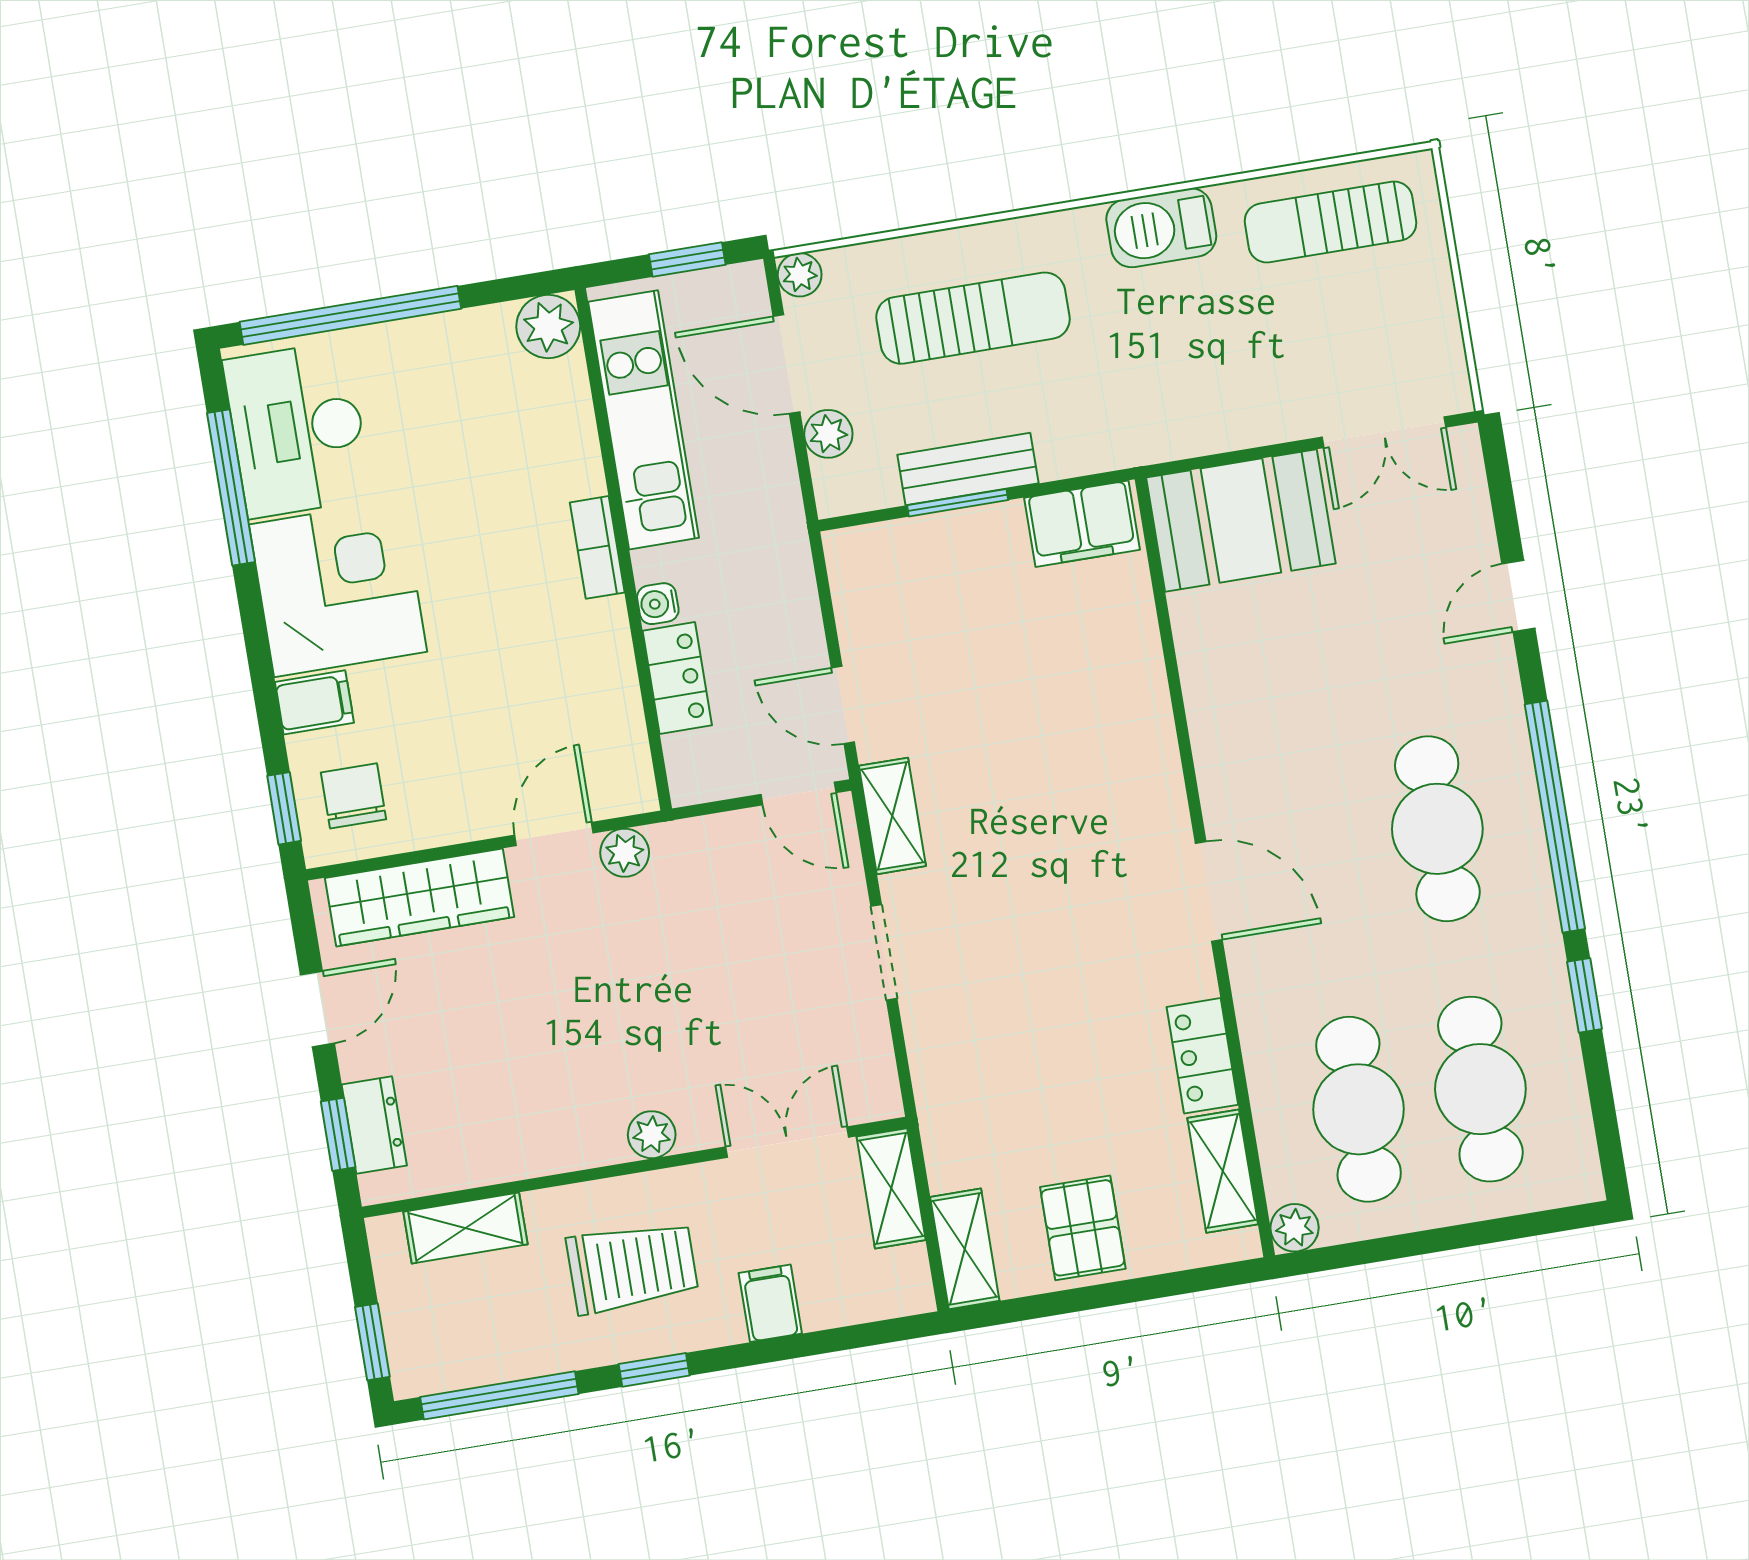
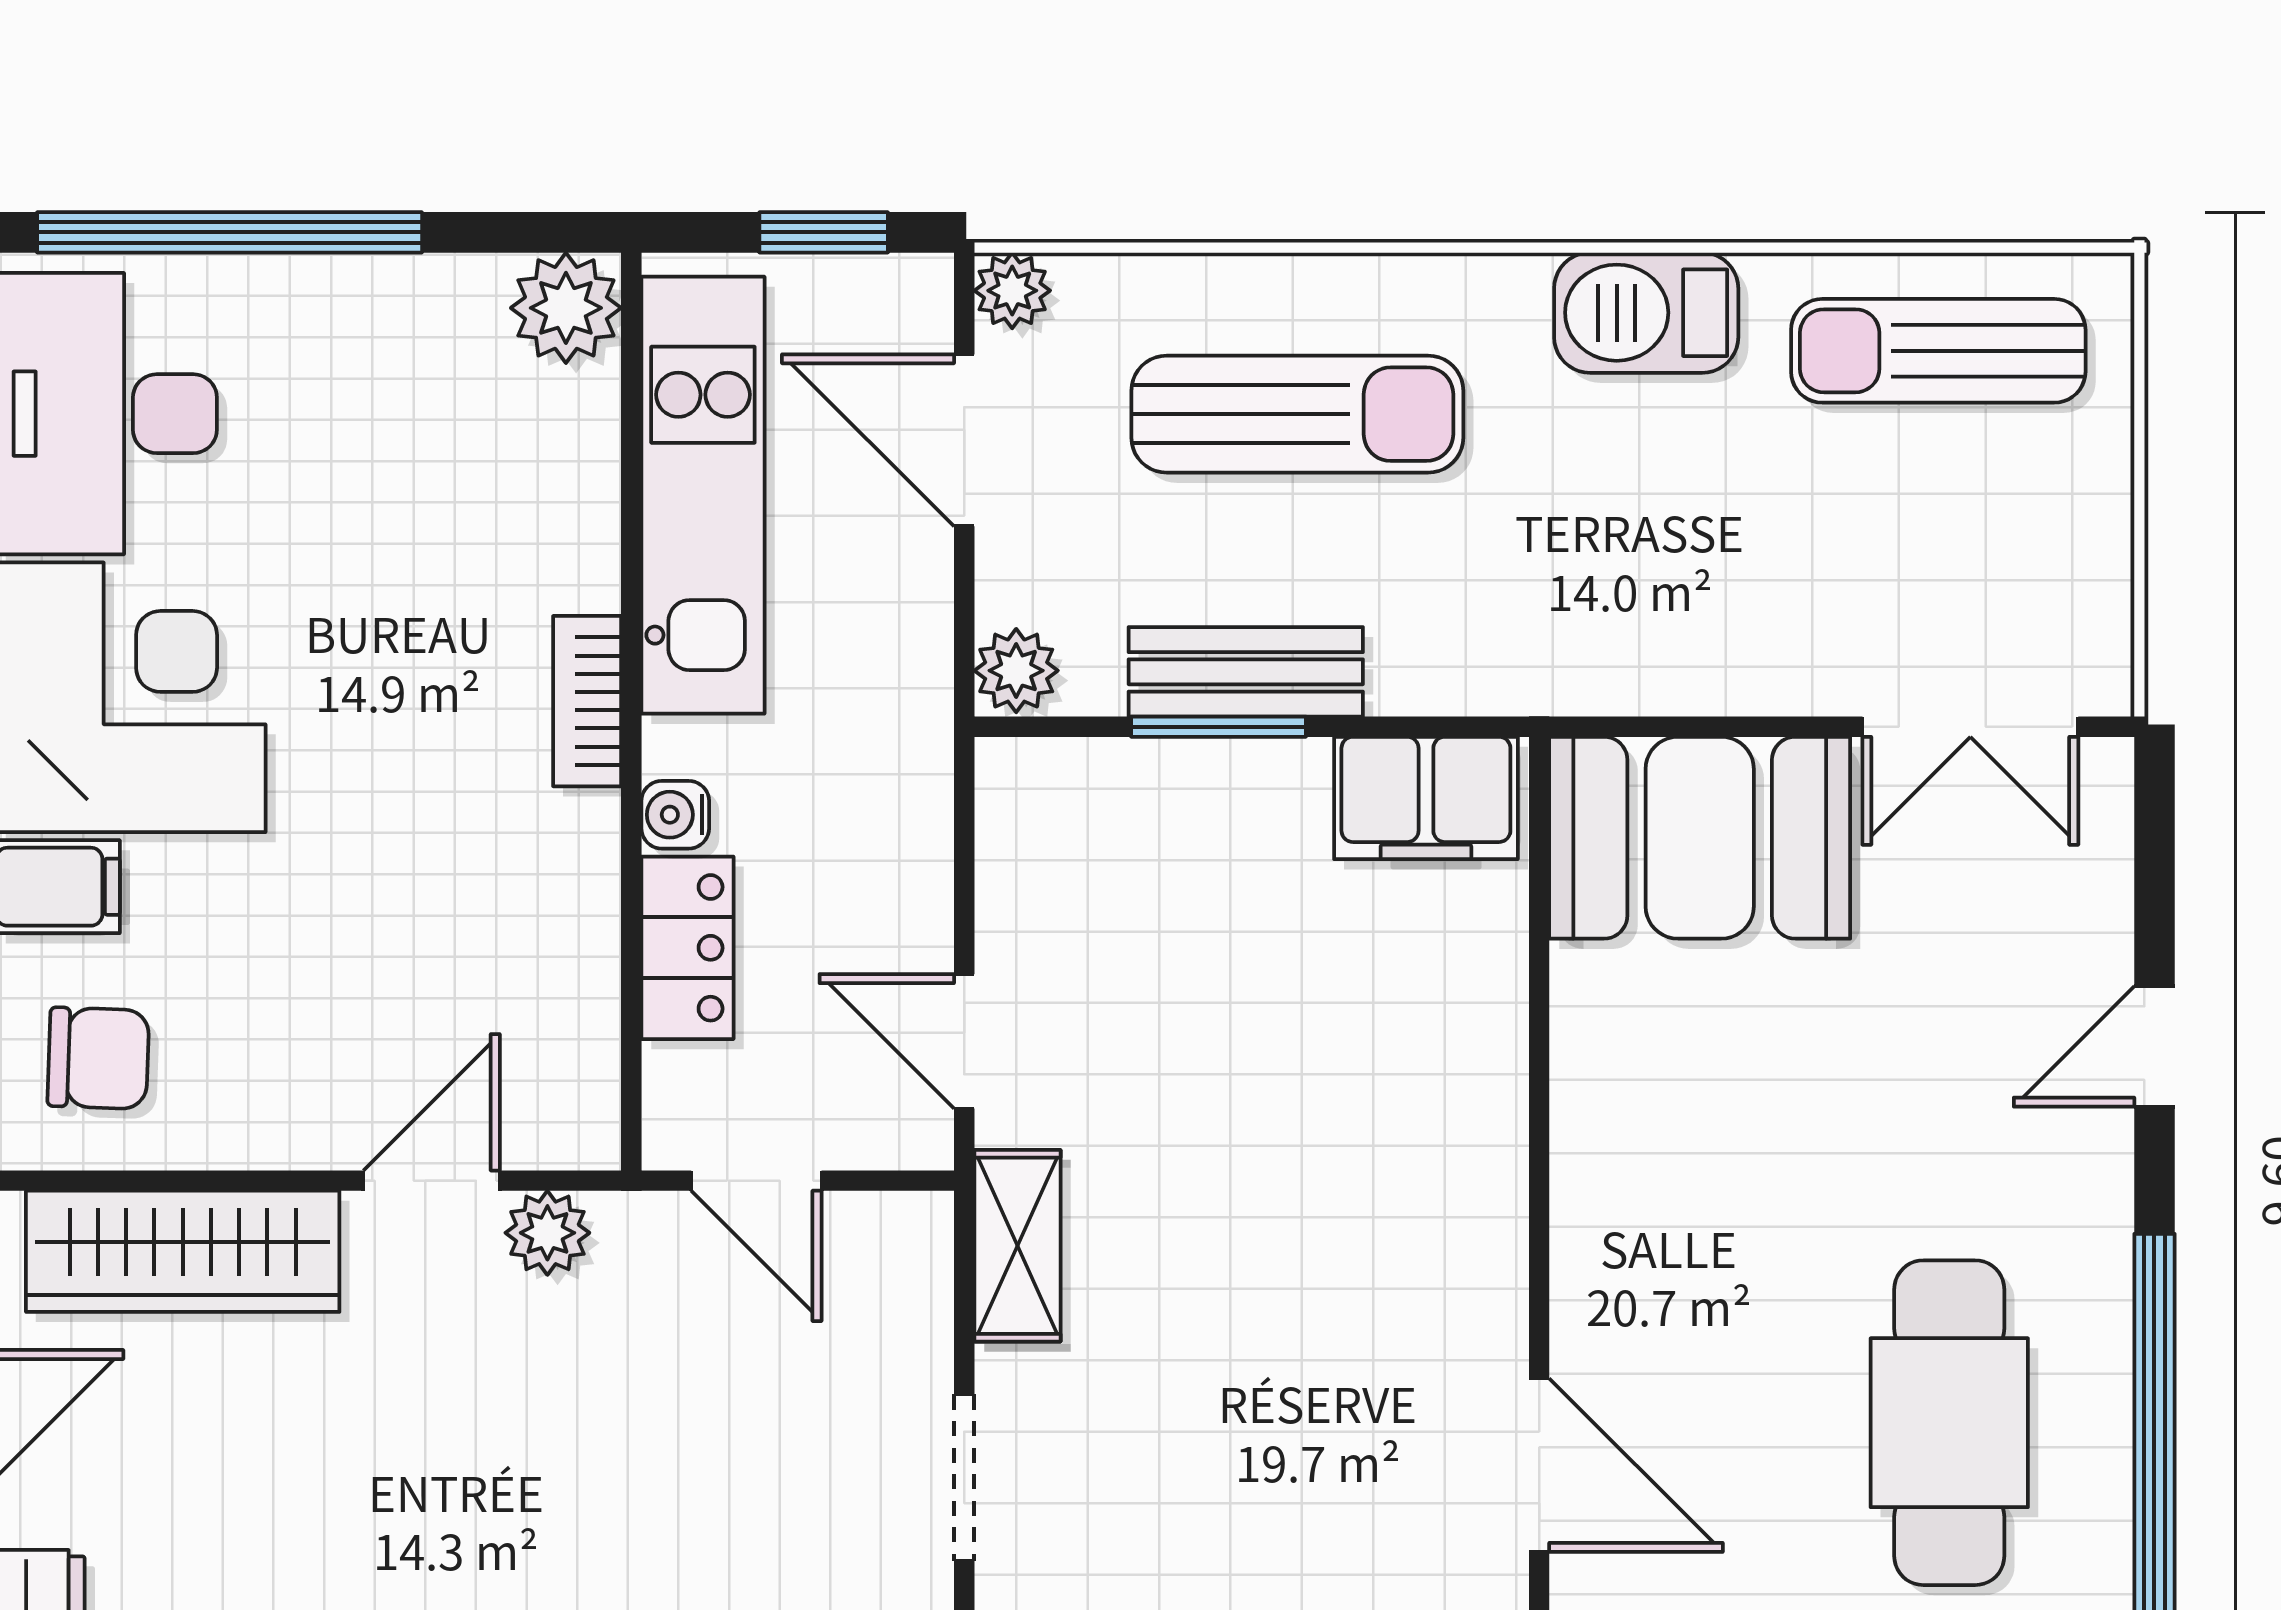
plant: (828, 434) -> (1016, 671), moved
door: (798, 794) -> (756, 1181), moved
chair: (353, 796) -> (98, 1058), turned 92

